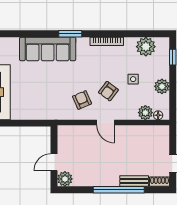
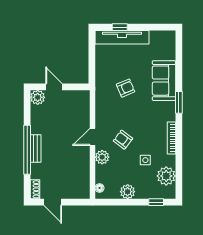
sofa: (48, 49) -> (164, 81), width x0.73
side table: (133, 79) -> (145, 160), moved
armchair: (82, 100) -> (126, 88), moved
plant: (145, 113) -> (102, 157), moved
bench: (134, 181) -> (36, 149), moved

